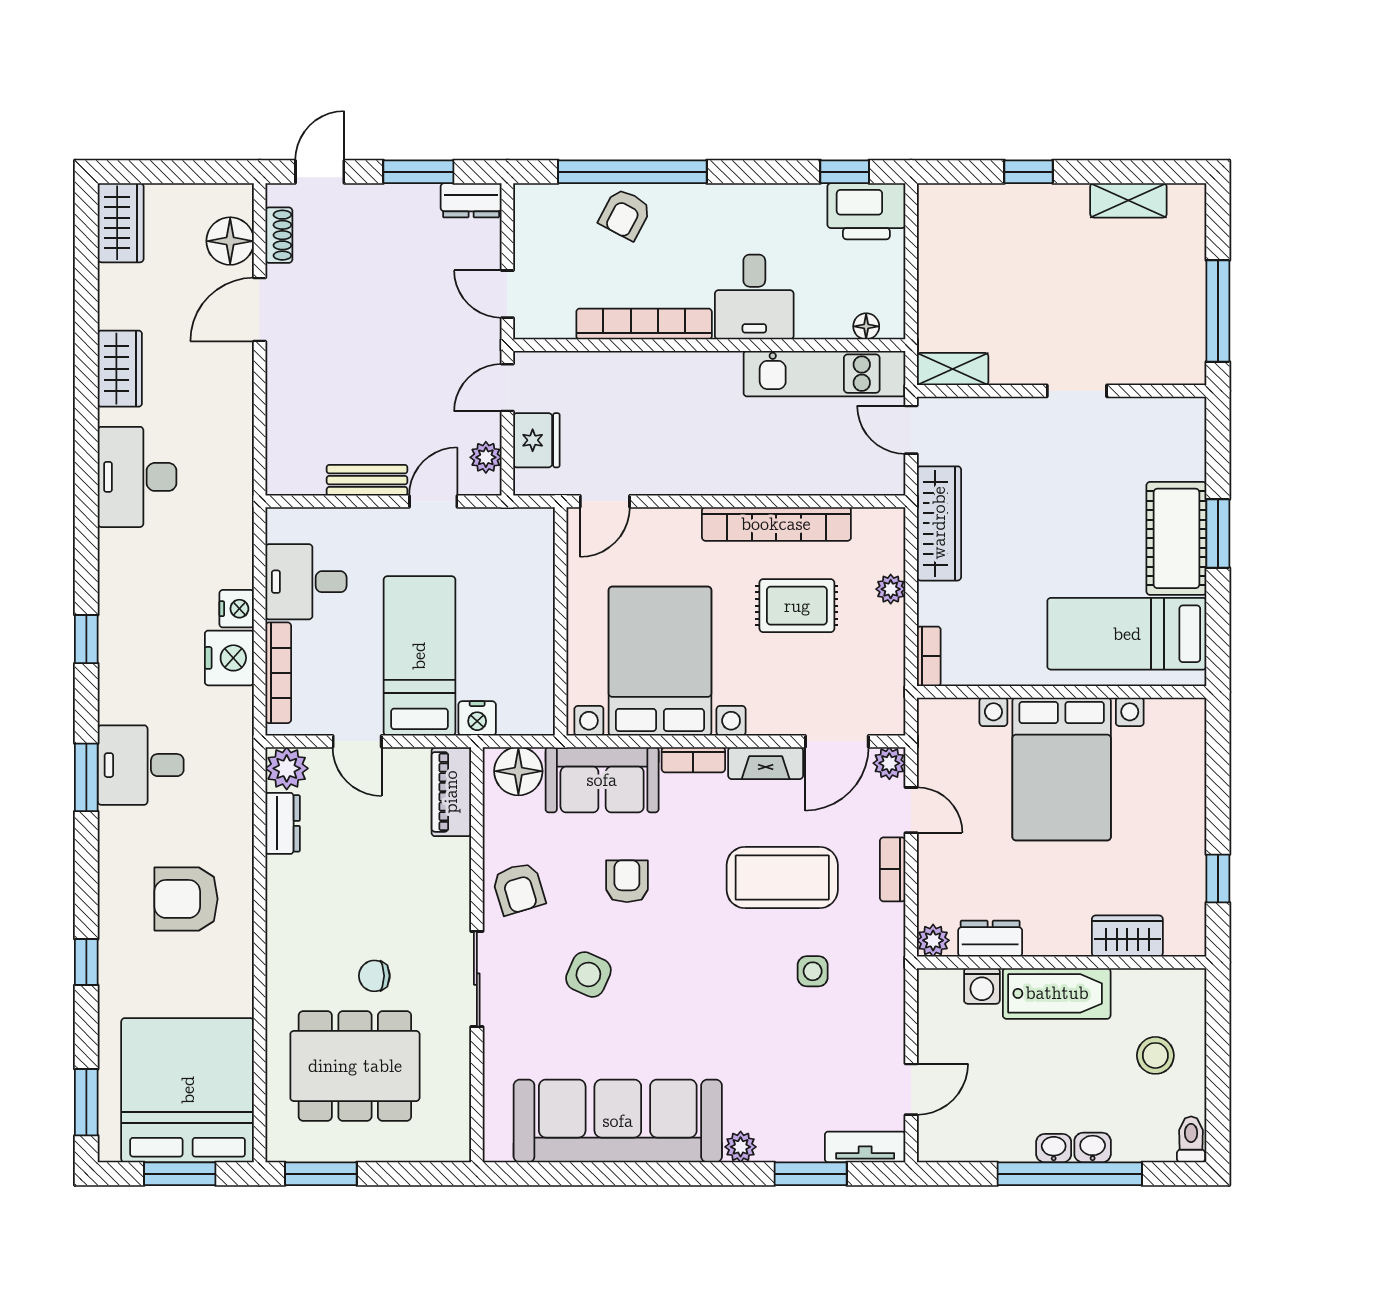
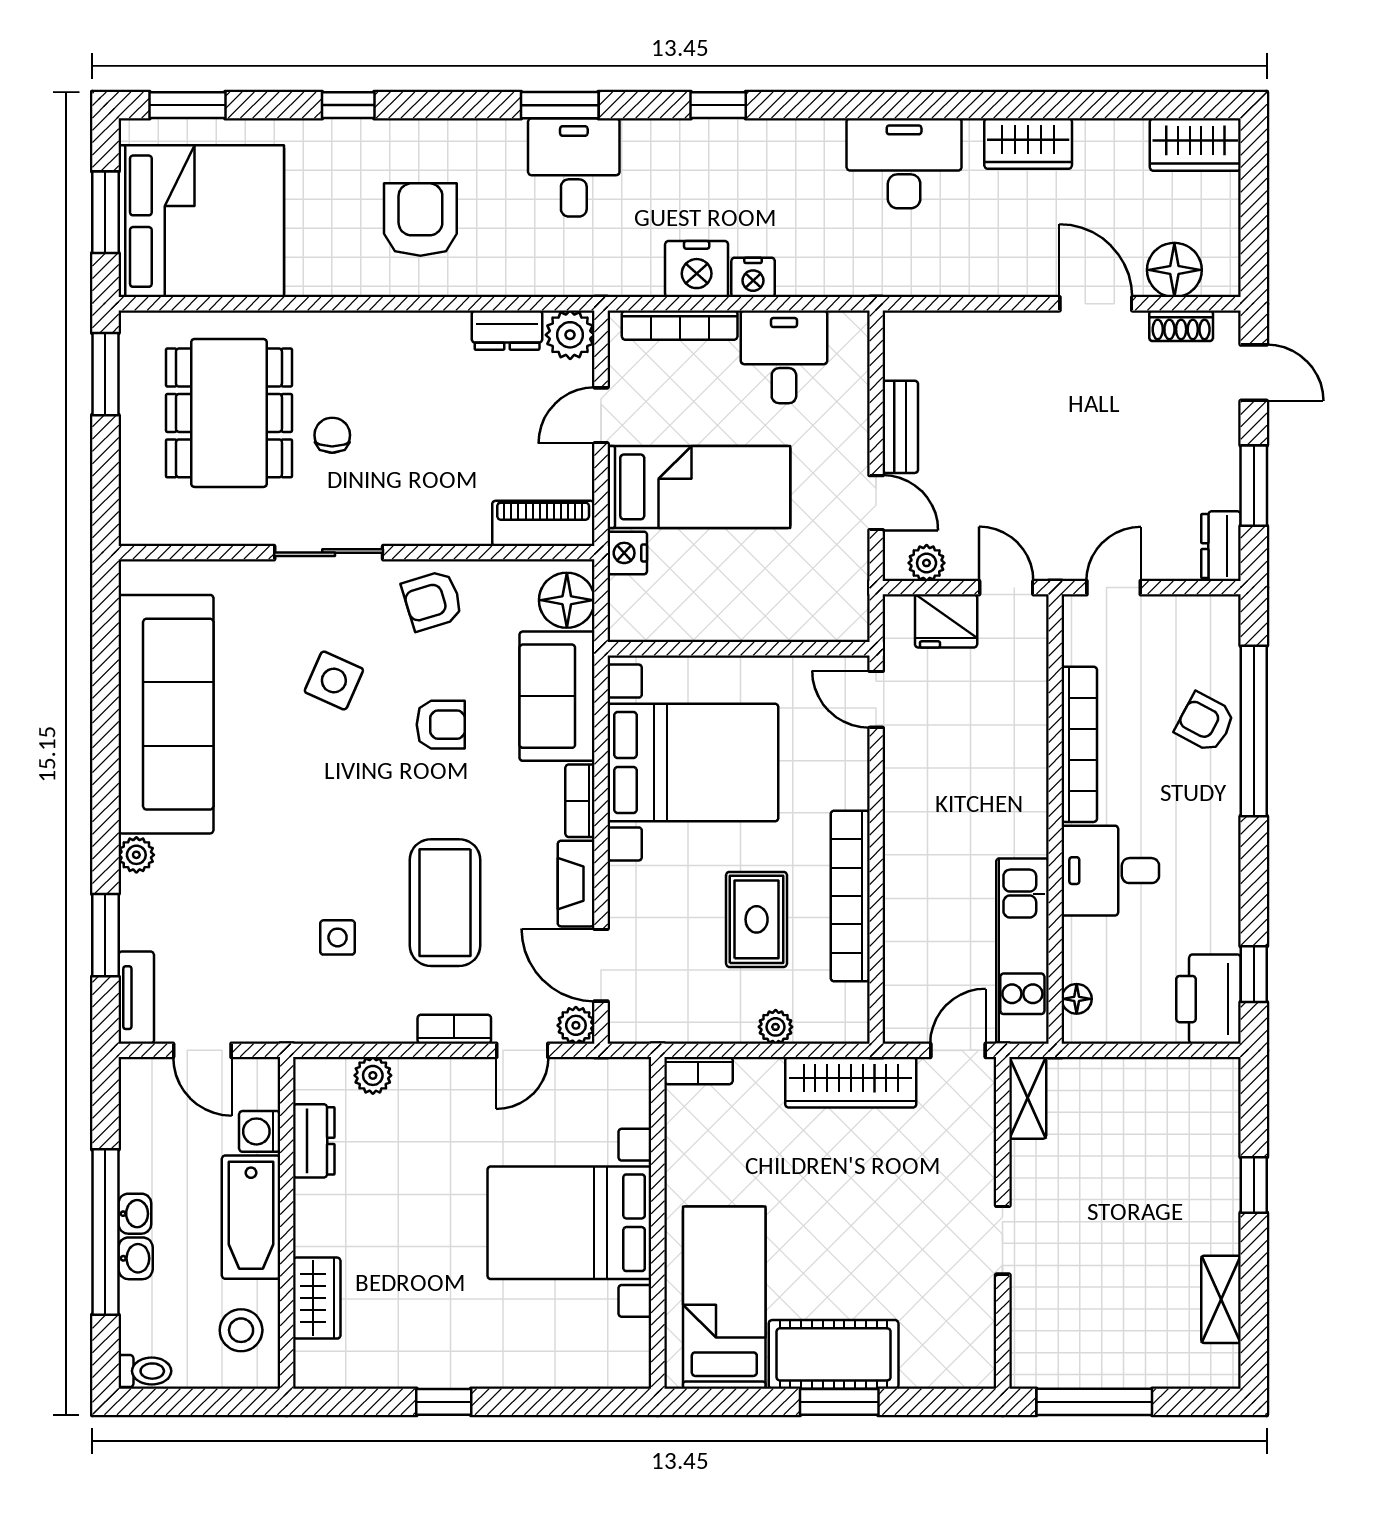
wardrobe: (1127, 936) -> (317, 1298), moved
dresser: (990, 939) -> (314, 1141), moved
wall: (1062, 962) -> (287, 1223), moved
washing machine: (982, 986) -> (260, 1131), moved
bathtub: (1057, 993) -> (251, 1217), moved

